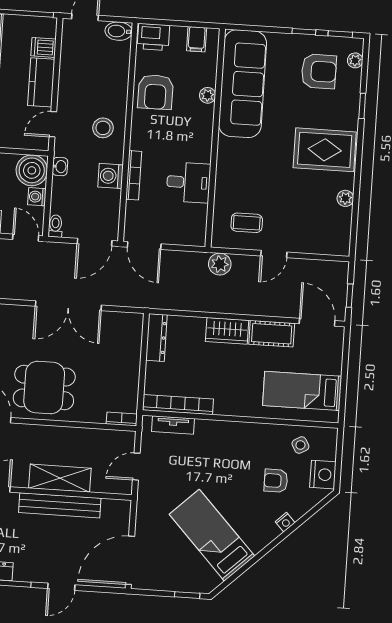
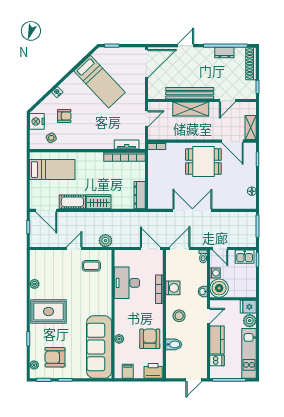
bidet: (119, 31) -> (174, 344), moved
desk: (188, 182) -> (127, 283), width x1.37

